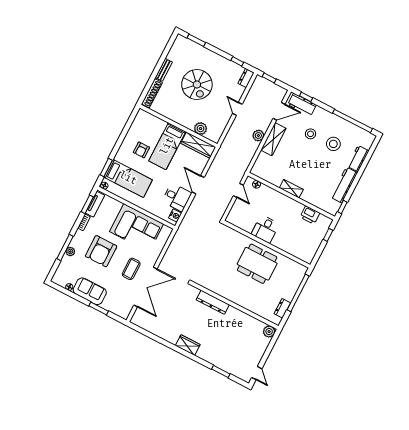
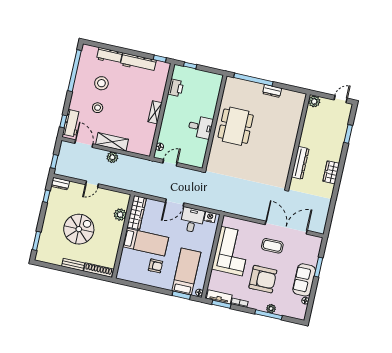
dresser: (213, 302) -> (300, 163), moved
wall: (235, 305) -> (298, 141), moved
plant: (269, 332) -> (314, 101), moved

